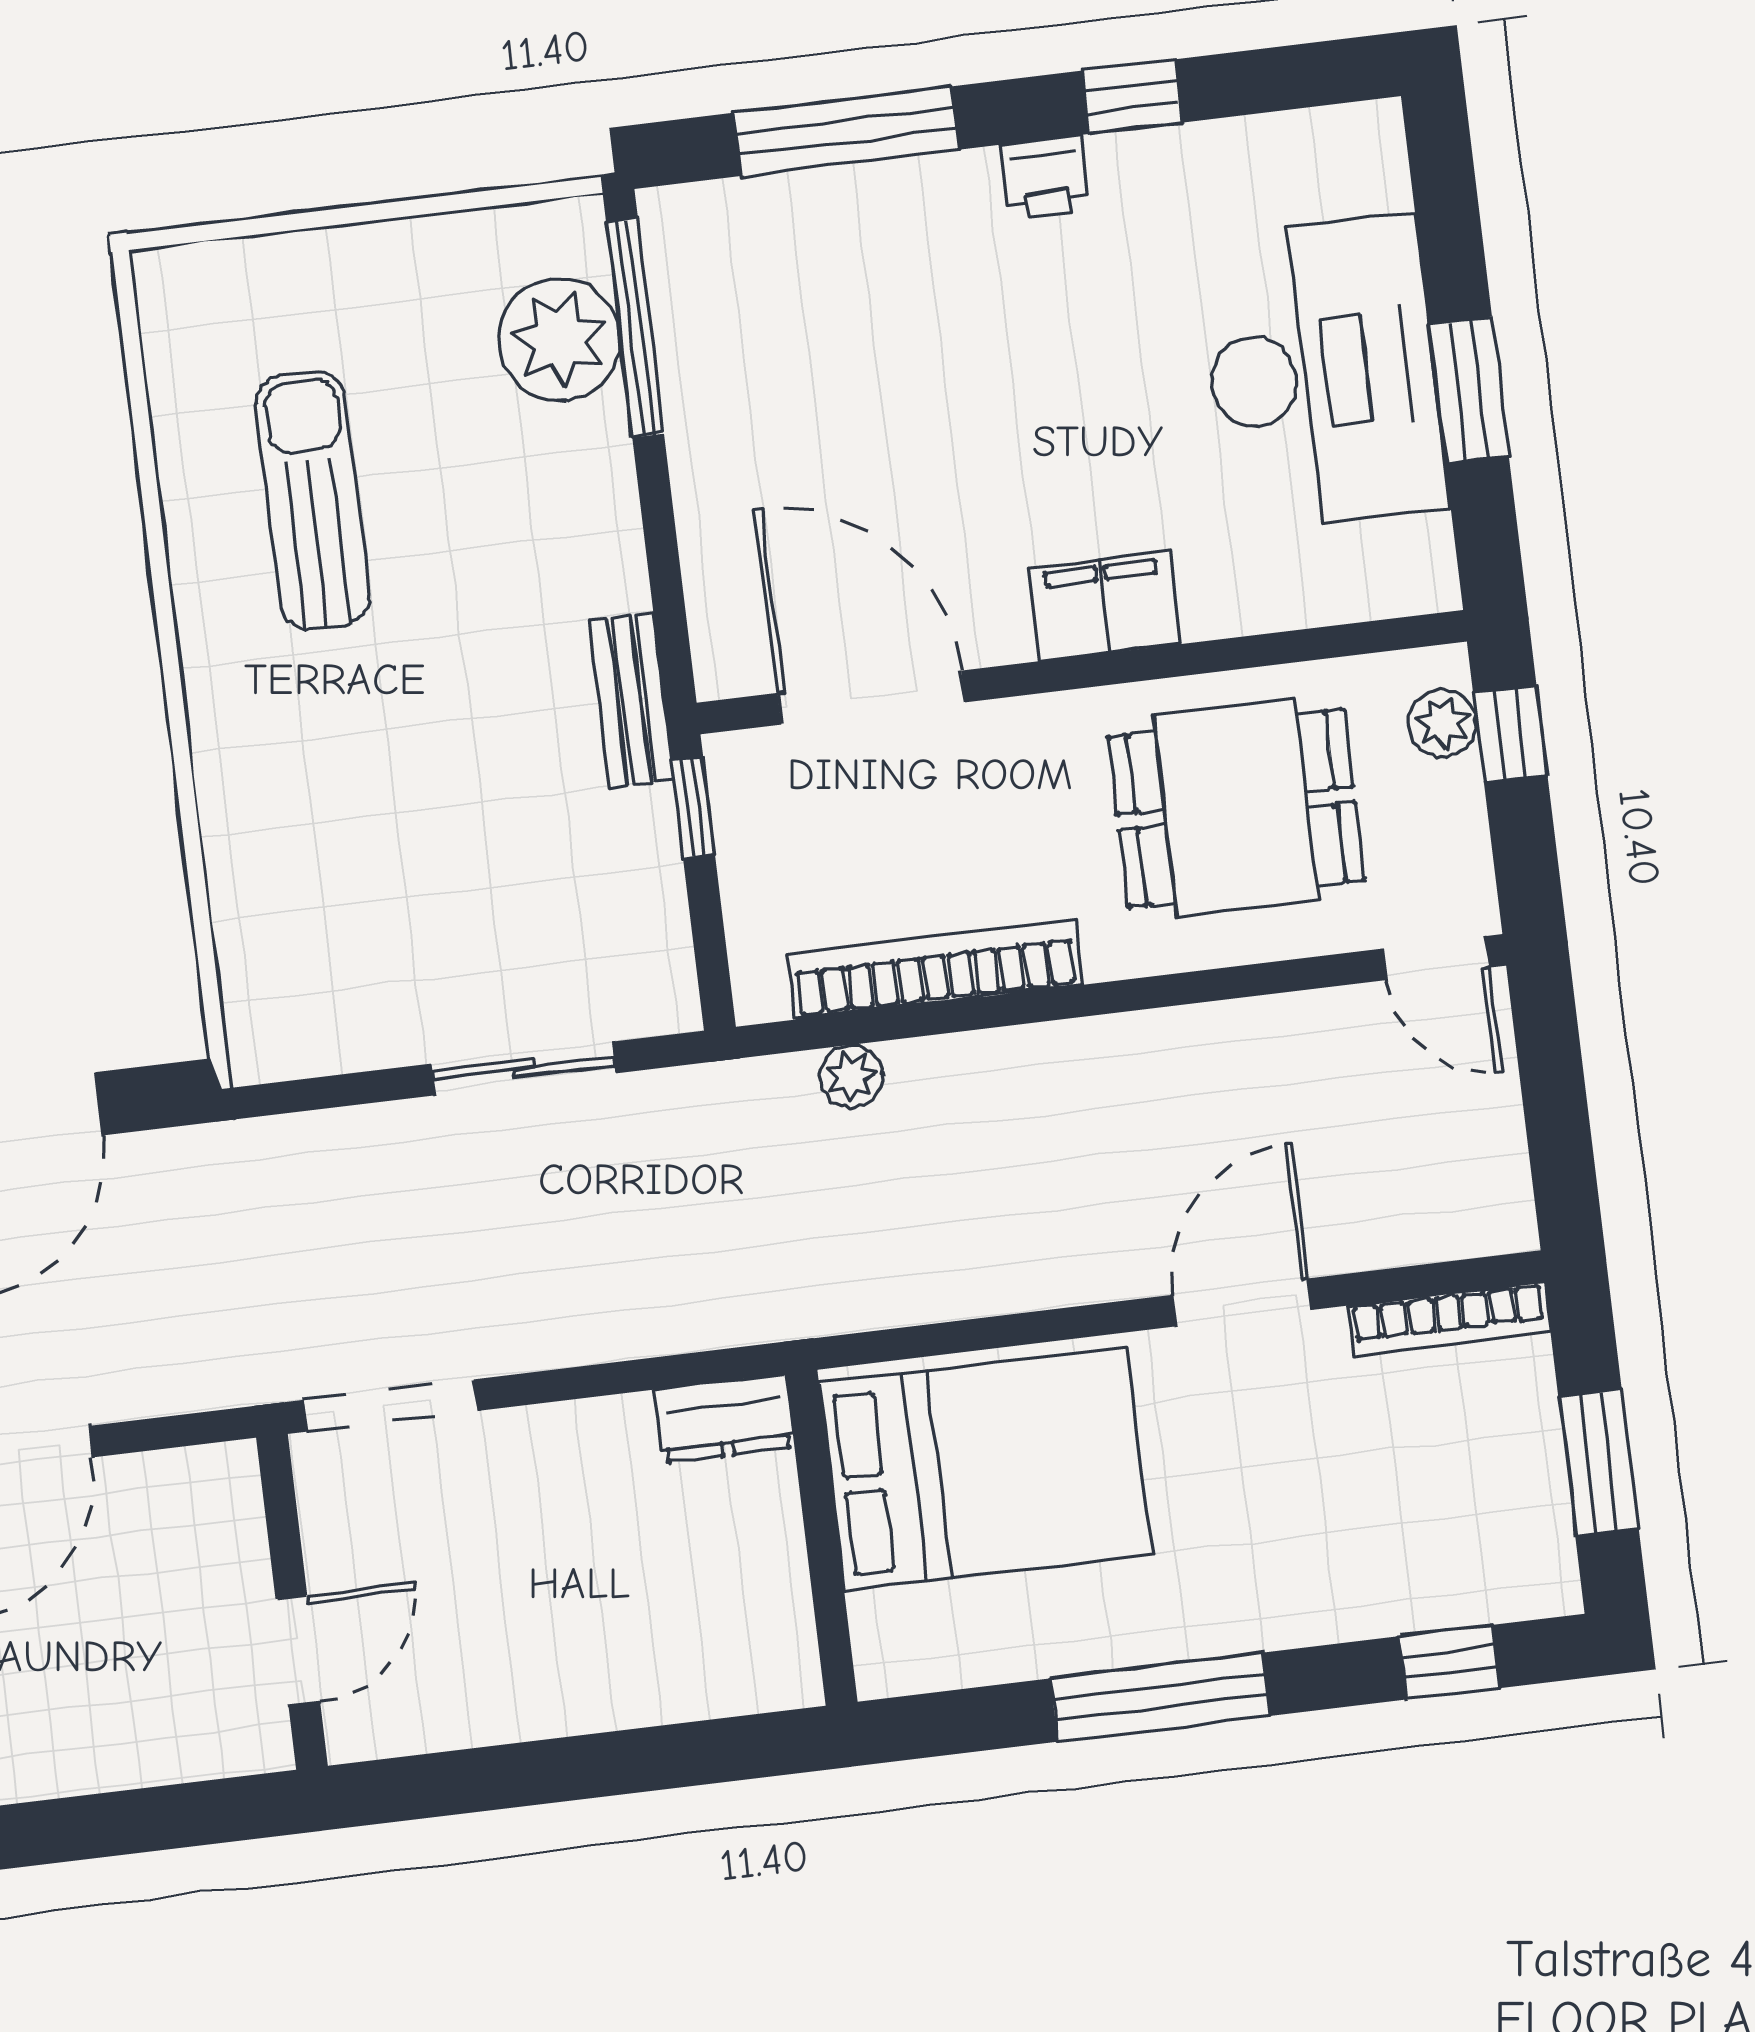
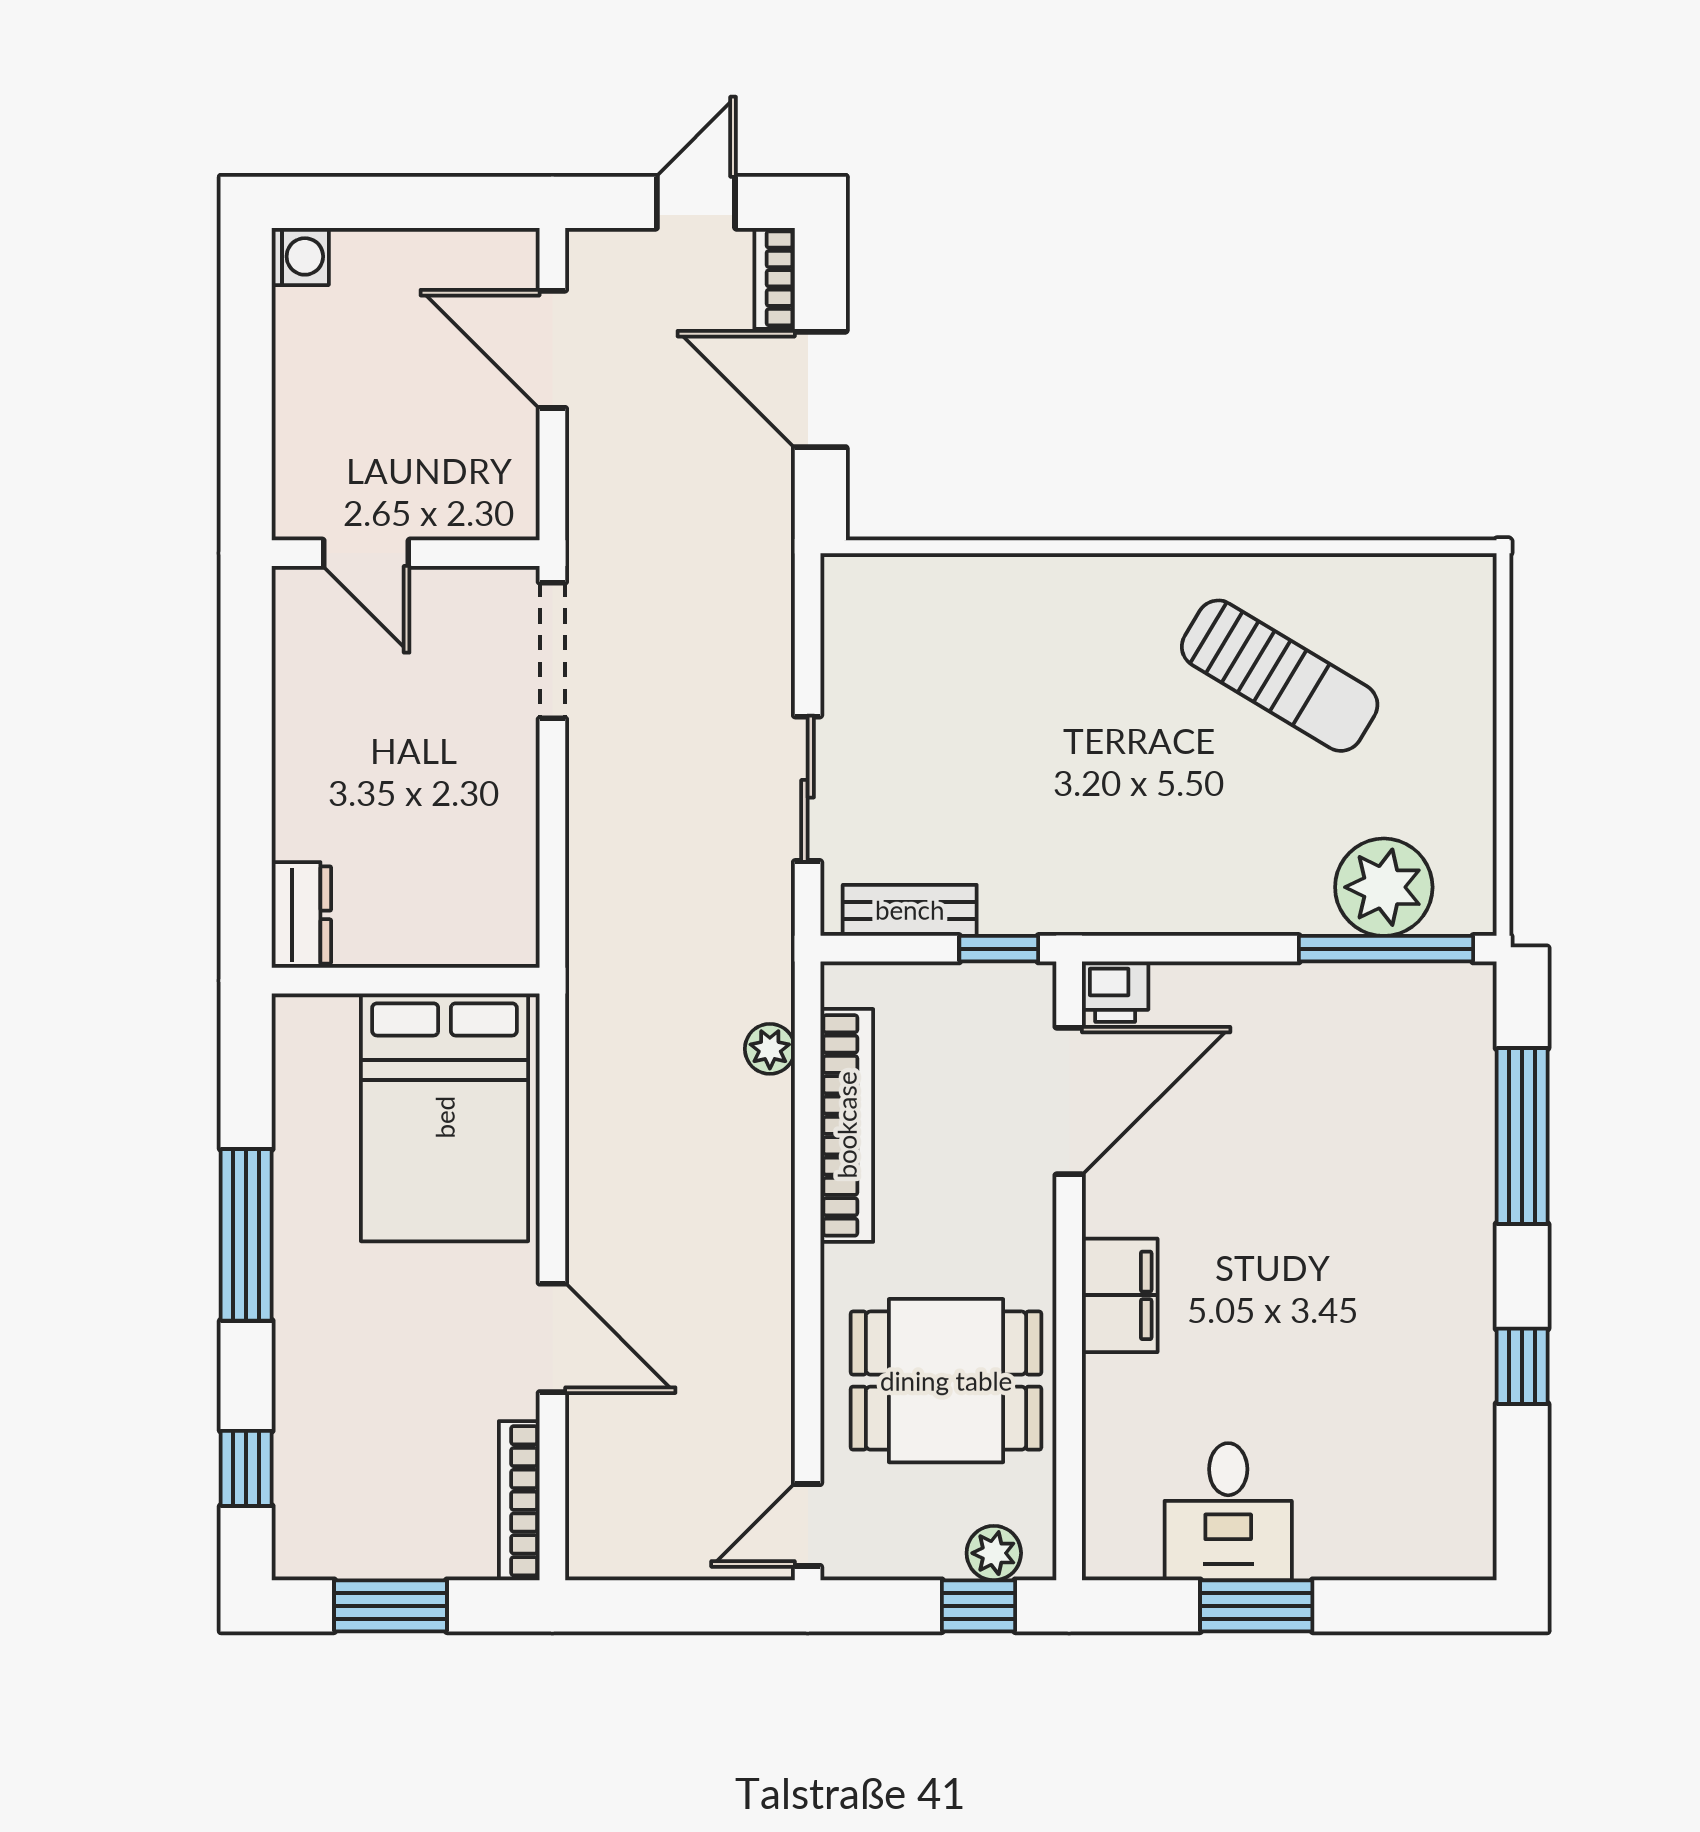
printer: (1045, 177) -> (1115, 992), moved, turned -90
desk: (1322, 373) -> (1228, 1512), width x0.53, depth x0.77
sun lounger: (313, 501) -> (1280, 676), turned 31
bench: (632, 700) -> (910, 910), moved
dining table: (1236, 808) -> (946, 1381), turned 90
dresser: (725, 1418) -> (301, 915), moved, turned 180

